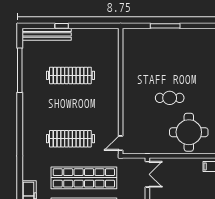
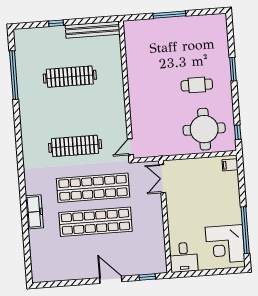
bench: (47, 34) -> (93, 30), moved
cafe table: (170, 98) -> (197, 85), moved
double door: (147, 174) -> (162, 179), swing flipped

